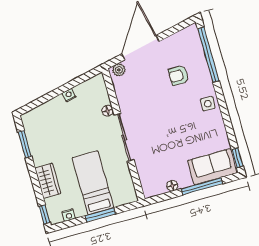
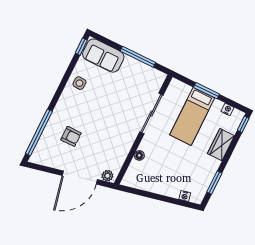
nightstand: (69, 95) -> (185, 196), moved
side table: (208, 104) -> (79, 83), moved
sliding door: (124, 138) -> (151, 113), moved
floor lamp: (172, 186) -> (141, 67), removed
window: (202, 186) -> (138, 57), moved

